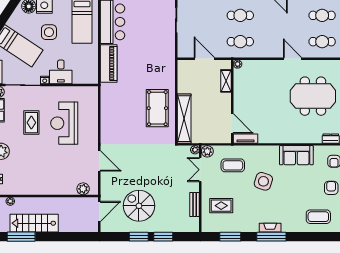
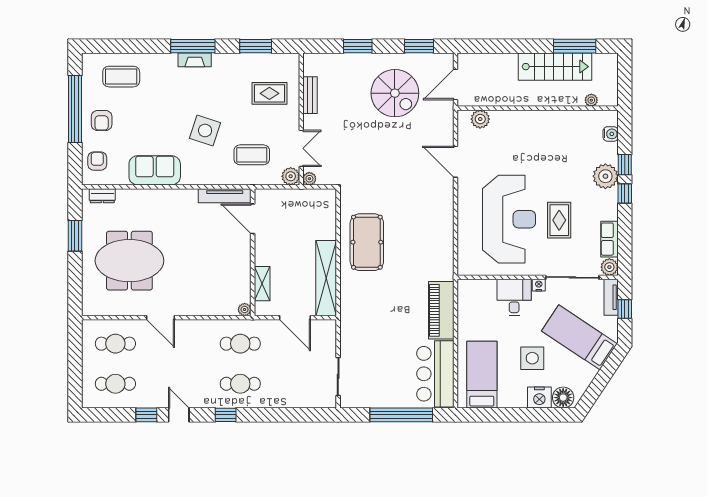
shelving: (184, 119) -> (326, 278), moved
reception desk: (64, 123) -> (509, 219), width x1.36, depth x1.30
tv unit: (245, 139) -> (225, 196), width x1.41
window: (139, 237) -> (419, 46), moved

